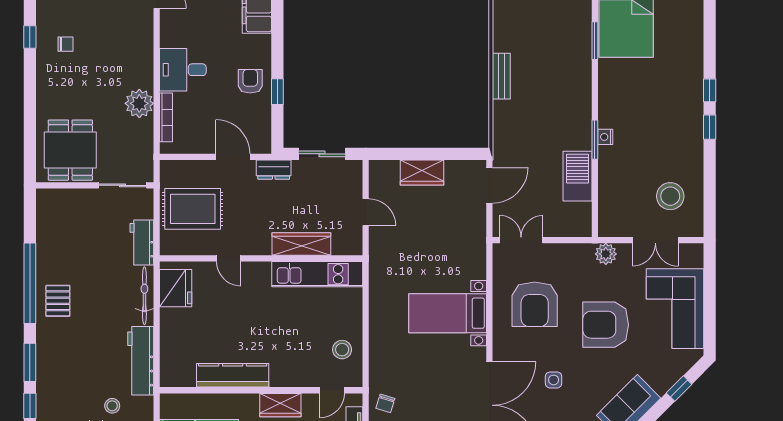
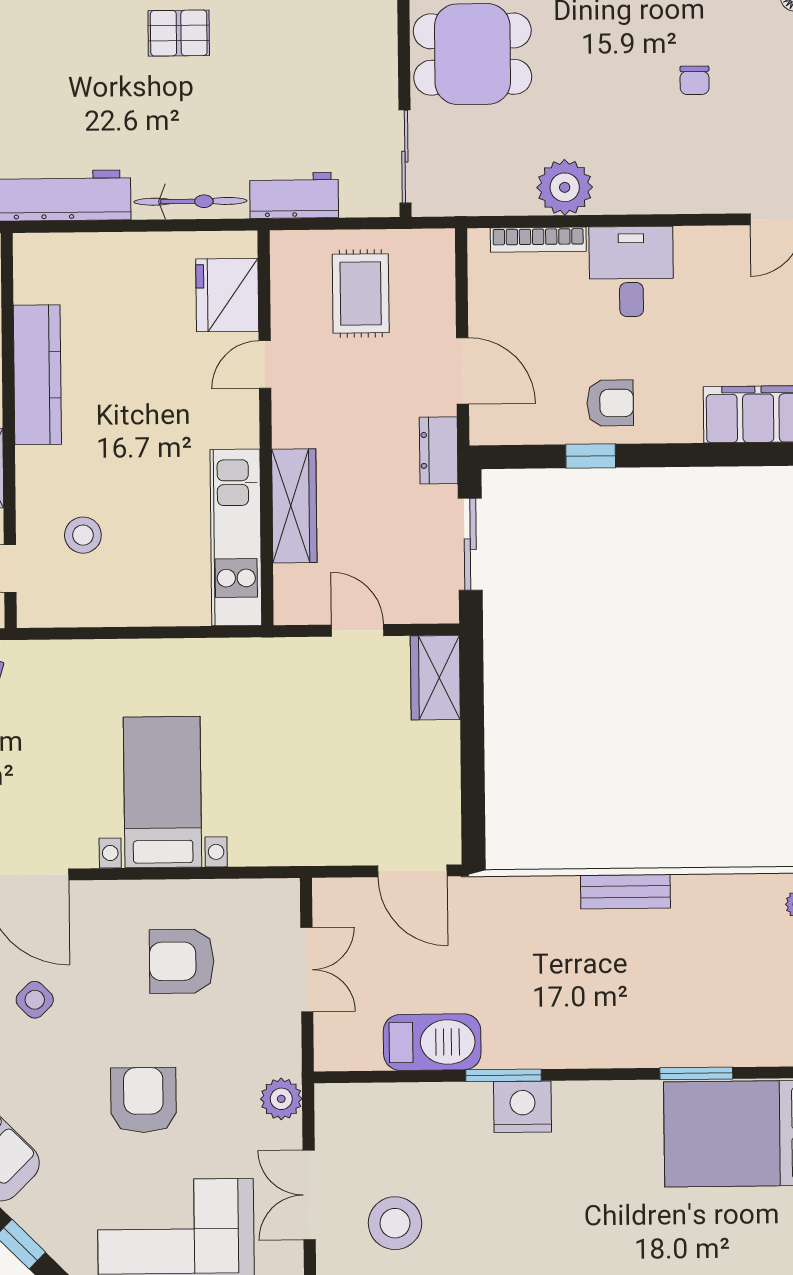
chair: (65, 44) -> (695, 80), moved
nightstand: (605, 137) -> (523, 1107), width x1.89, depth x1.79
door: (233, 157) -> (463, 371), hinge flipped
wardrobe: (422, 172) -> (435, 678), moved
rug: (193, 209) -> (361, 293), width x0.73, depth x0.70
door: (366, 212) -> (358, 630), swing flipped
double door: (521, 240) -> (307, 970), moved
fridge: (176, 288) -> (227, 295), moved, turned 90
armchair: (535, 304) -> (182, 961), width x0.73, depth x0.73
armchair: (606, 325) -> (143, 1100), width x0.73, depth x0.73
stool: (342, 350) -> (83, 535), moved
side table: (554, 380) -> (35, 1000), turned 45

